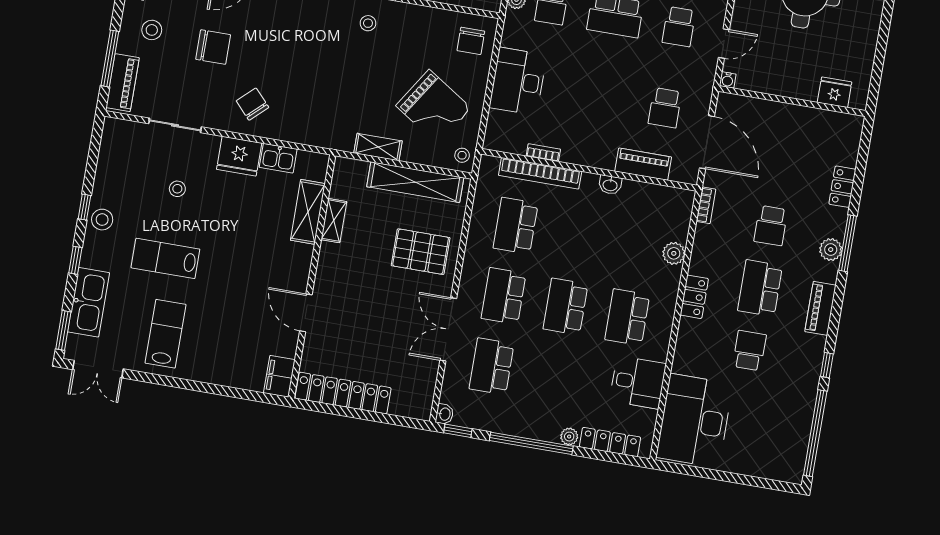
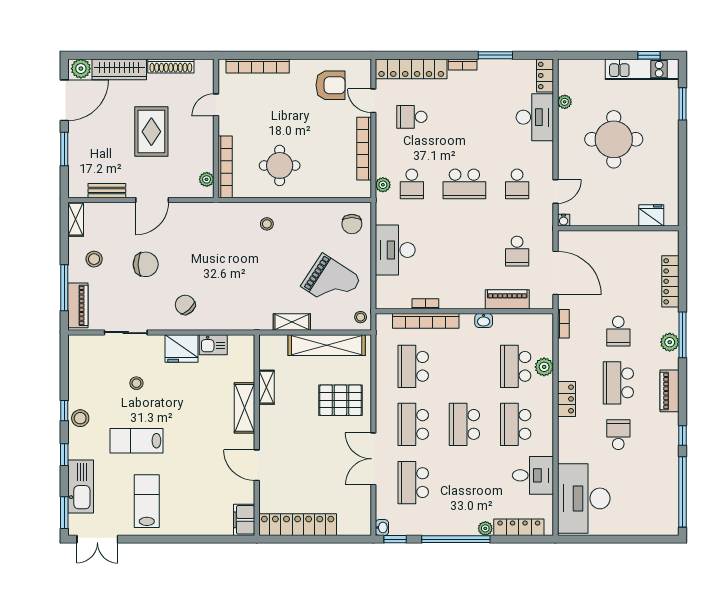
locker: (842, 187) -> (670, 281), width x1.53
shelving: (308, 212) -> (244, 408), moved
school desk: (639, 247) -> (516, 366), added

